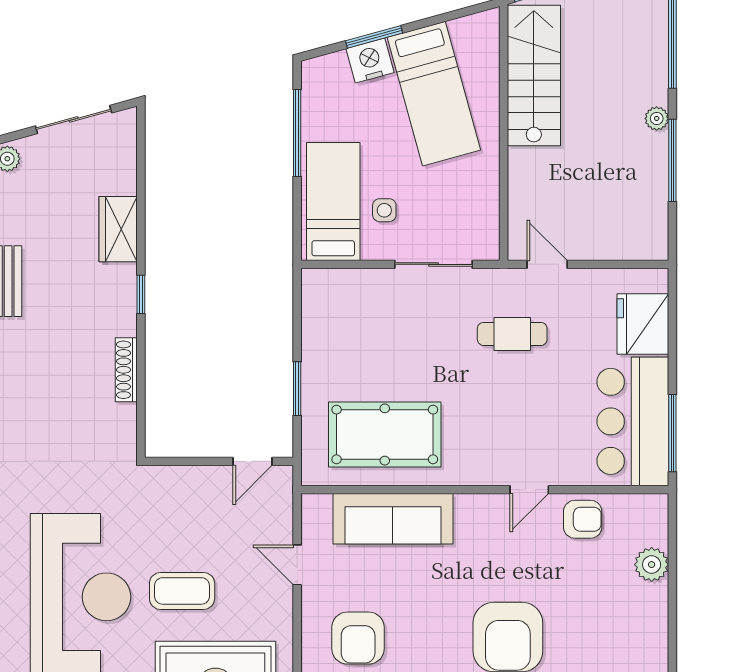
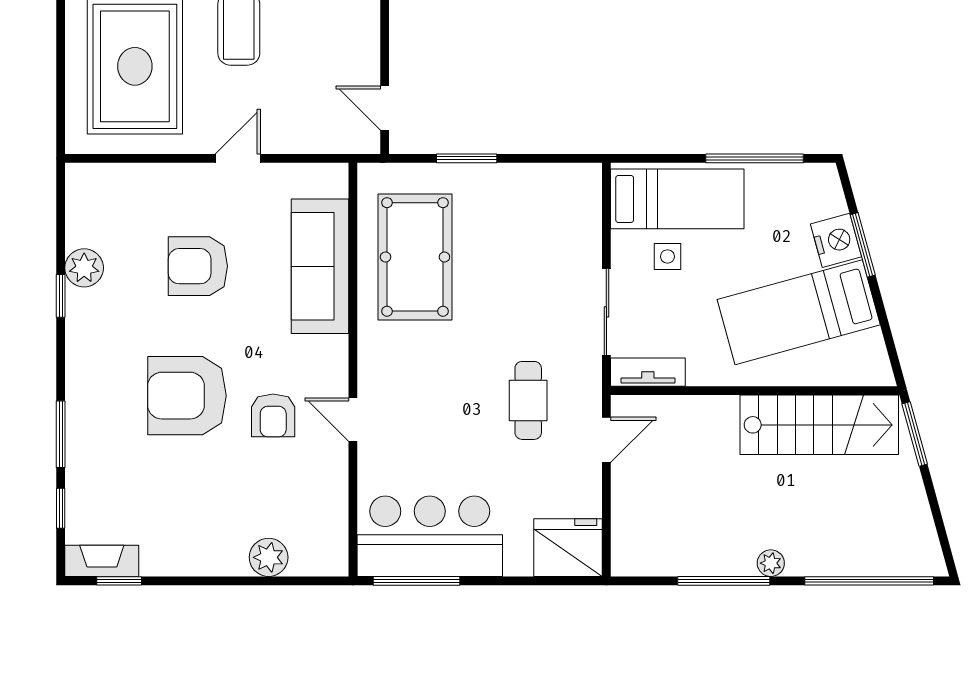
tv unit: (487, 228) -> (648, 372), added
fridge: (643, 324) -> (568, 548), moved
armchair: (583, 519) -> (273, 415), moved
door: (297, 565) -> (238, 158), moved
armchair: (358, 638) -> (198, 266), moved

